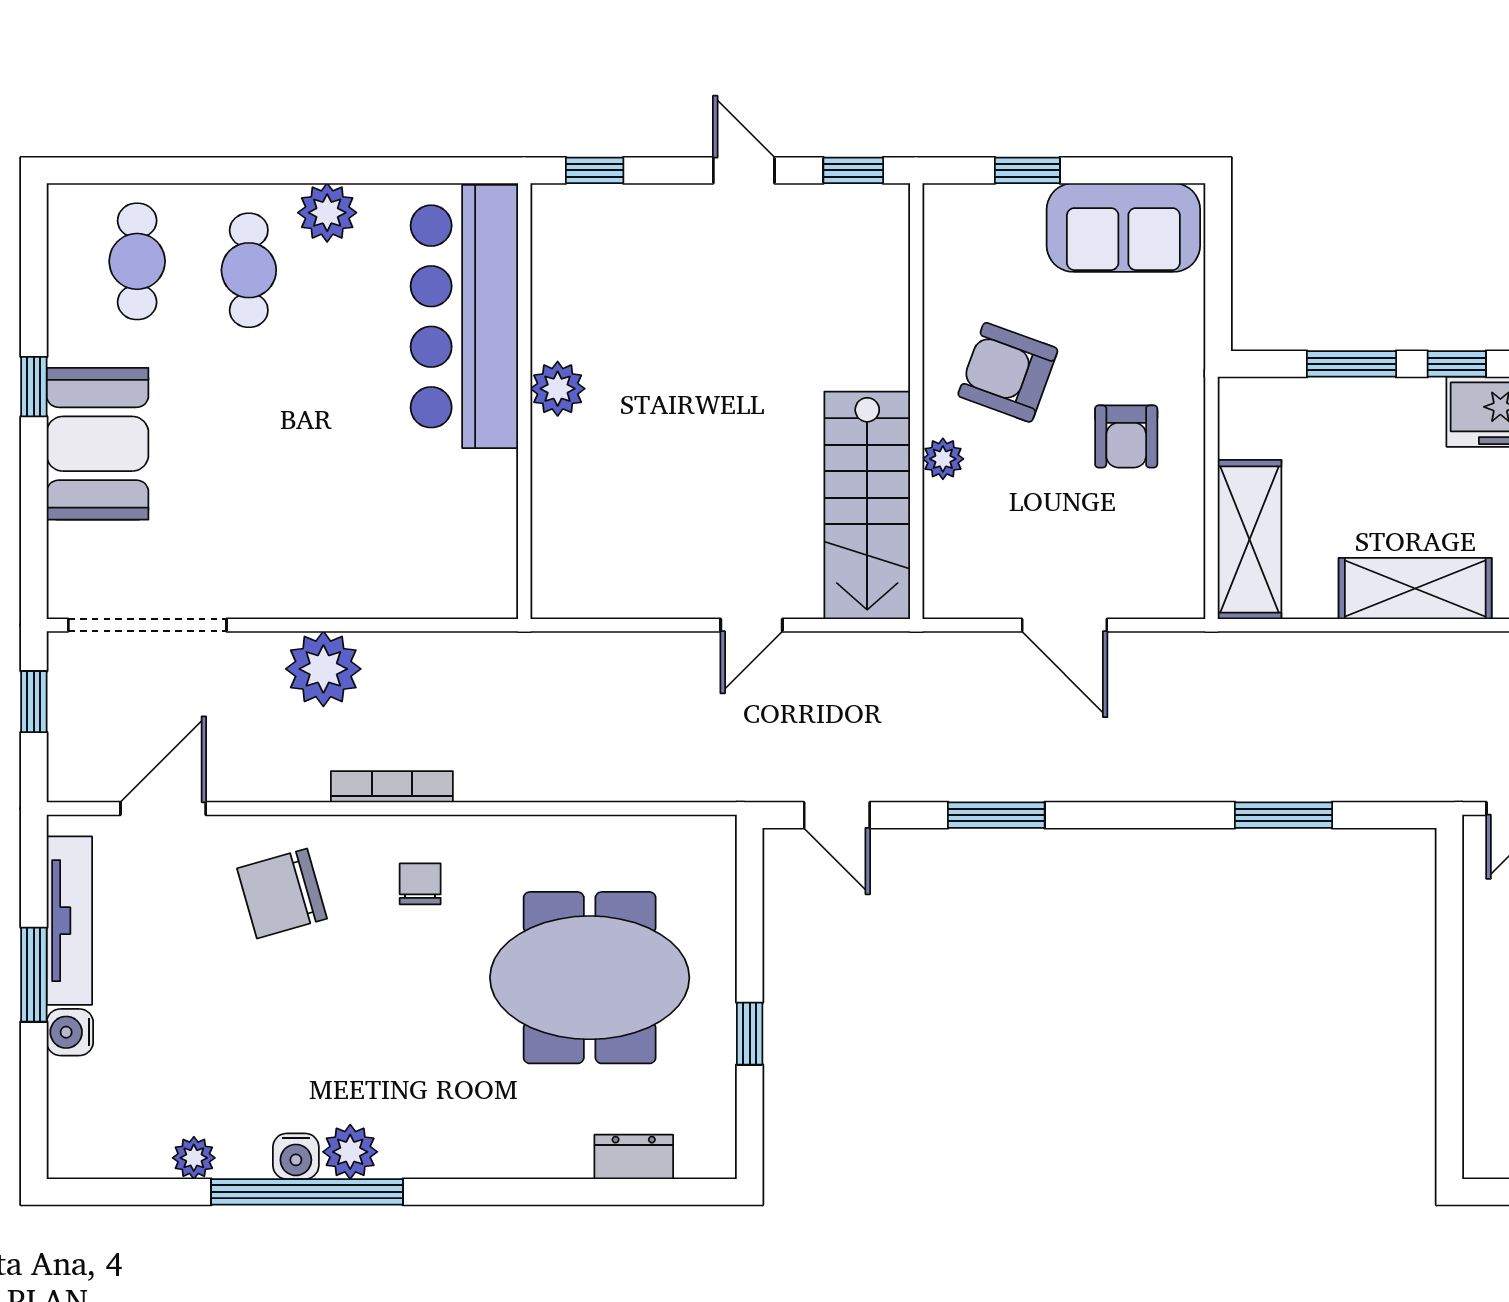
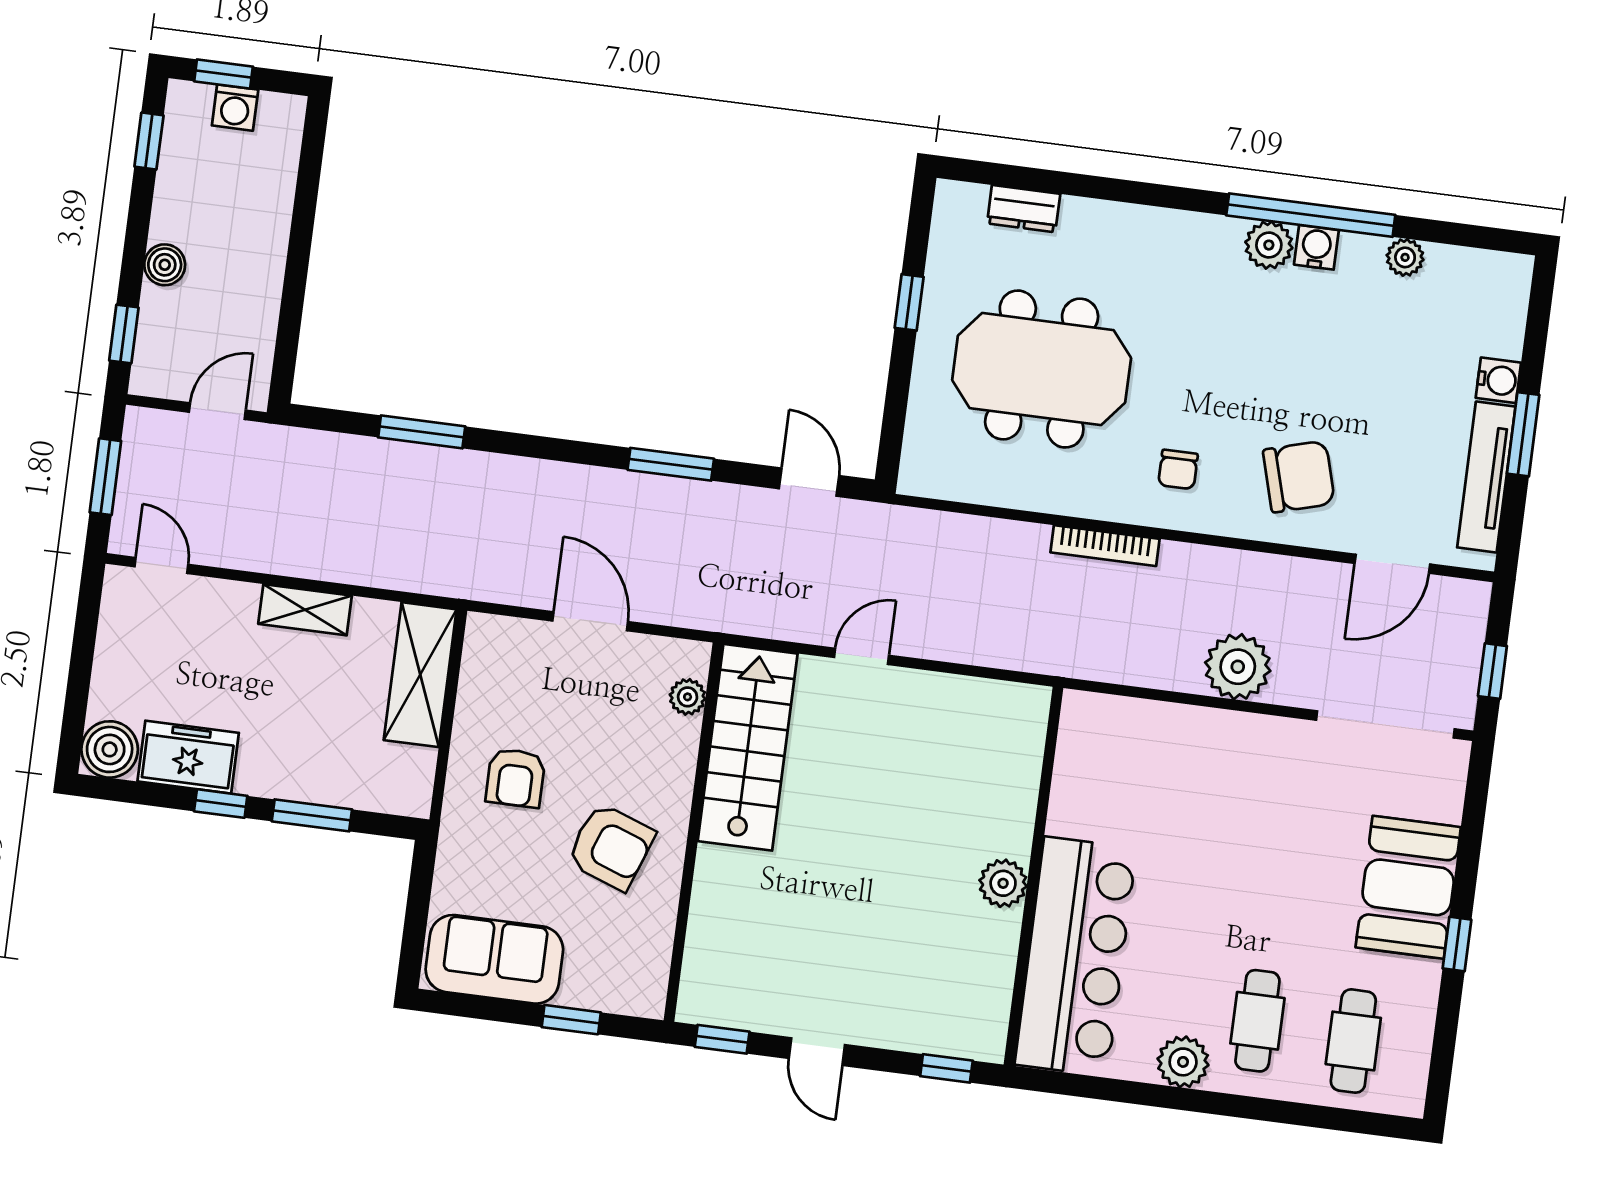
armchair: (1126, 436) -> (515, 778), turned 180
plant: (943, 459) -> (688, 697), moved
shelving: (1415, 588) -> (305, 610), width x0.67, depth x0.75
bookcase: (392, 787) -> (1105, 546), moved

